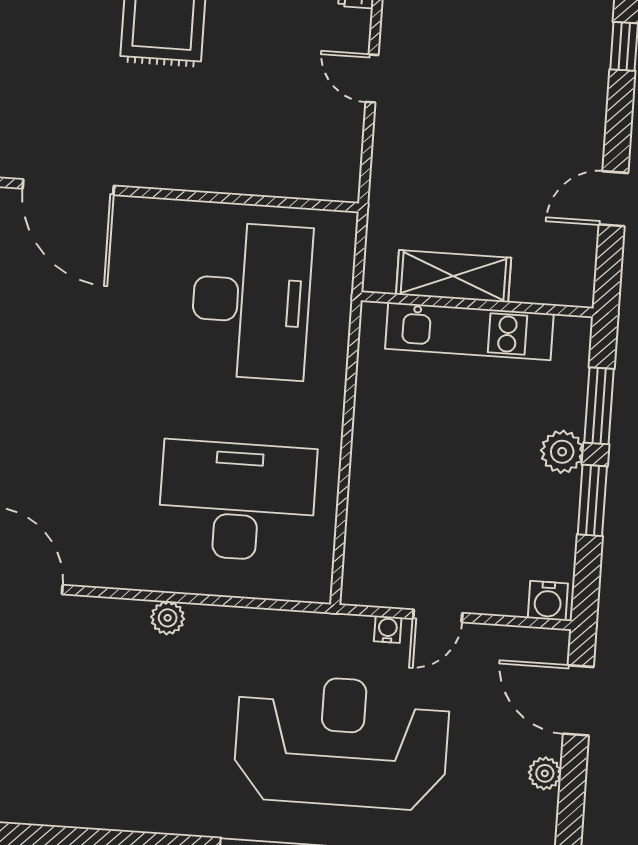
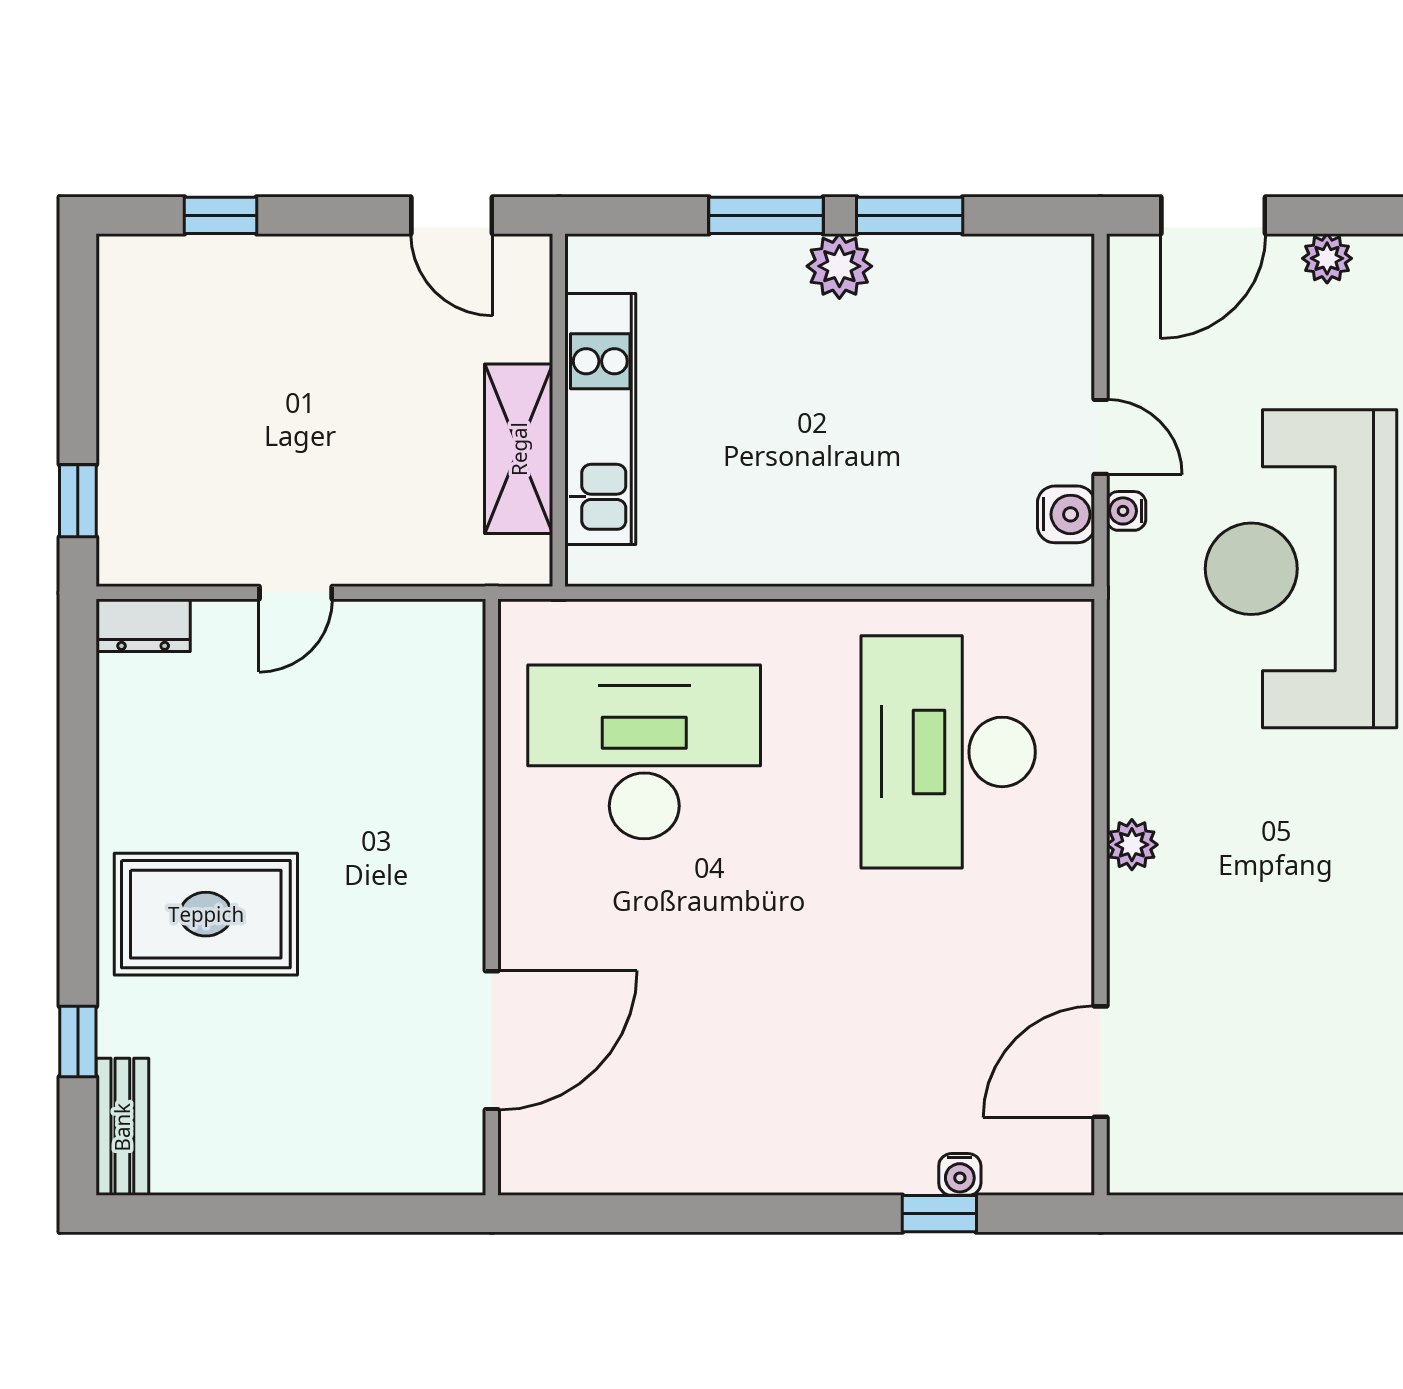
shelving: (454, 276) -> (519, 449), moved
wall: (477, 304) -> (559, 410), moved
kitchen unit: (469, 331) -> (600, 419), moved
water cooler: (548, 601) -> (1066, 514), moved

